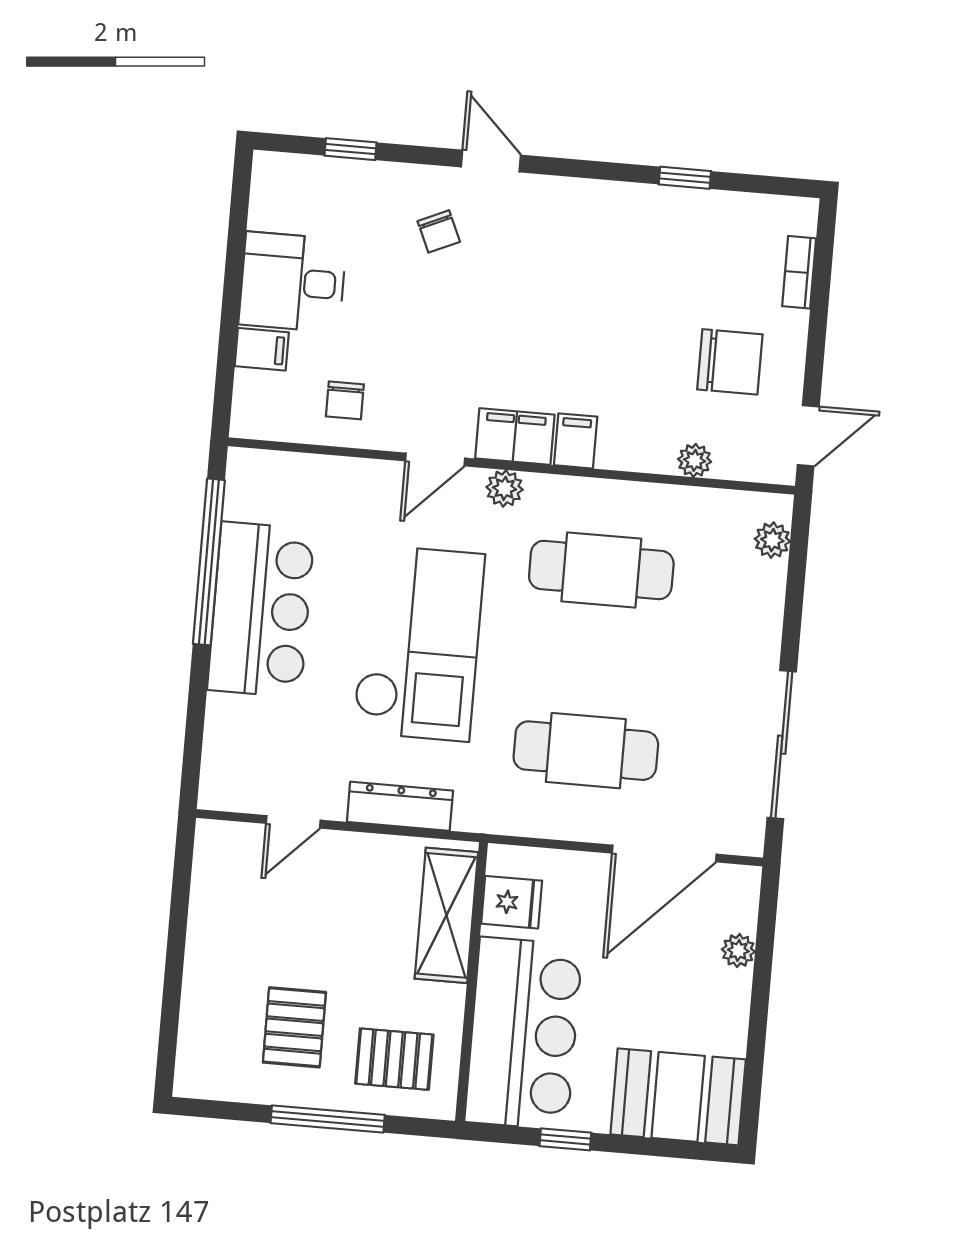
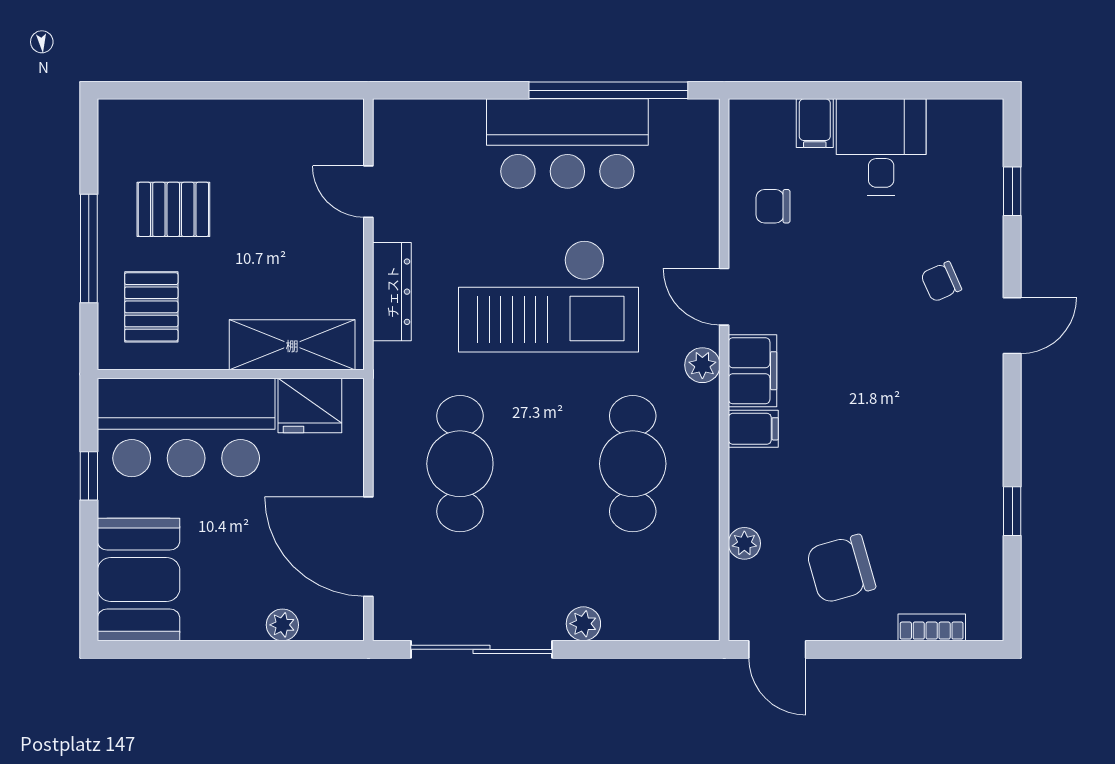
chair: (730, 362) -> (841, 569), turned 74
plant: (772, 540) -> (583, 624), moved
fridge: (512, 902) -> (310, 406), width x1.38

